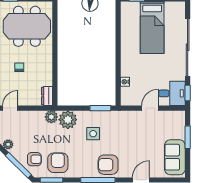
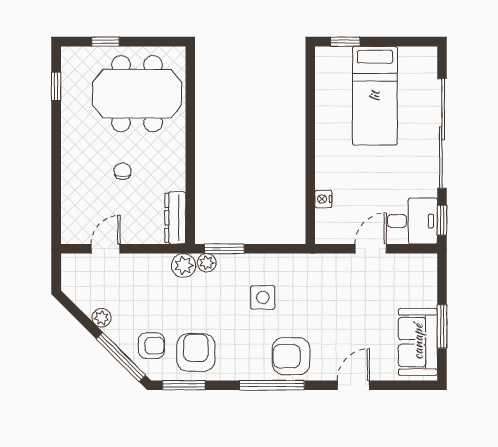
dresser: (47, 96) -> (175, 218), width x1.44
window: (100, 108) -> (224, 249), moved
plant: (68, 120) -> (207, 263), width x0.53, depth x0.53
window: (188, 137) -> (442, 326), moved

